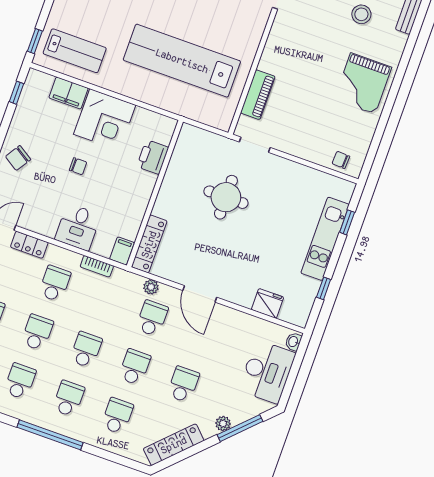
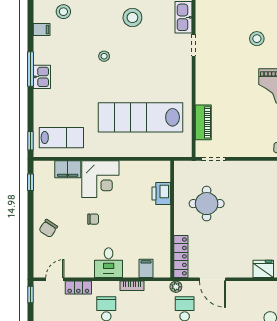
printer: (153, 157) -> (161, 194), moved
wall: (155, 194) -> (172, 219), moved
locker: (149, 244) -> (181, 256), moved

